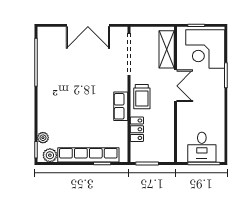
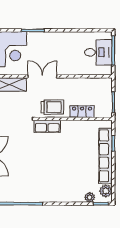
row of seats: (121, 106) -> (47, 126), moved

